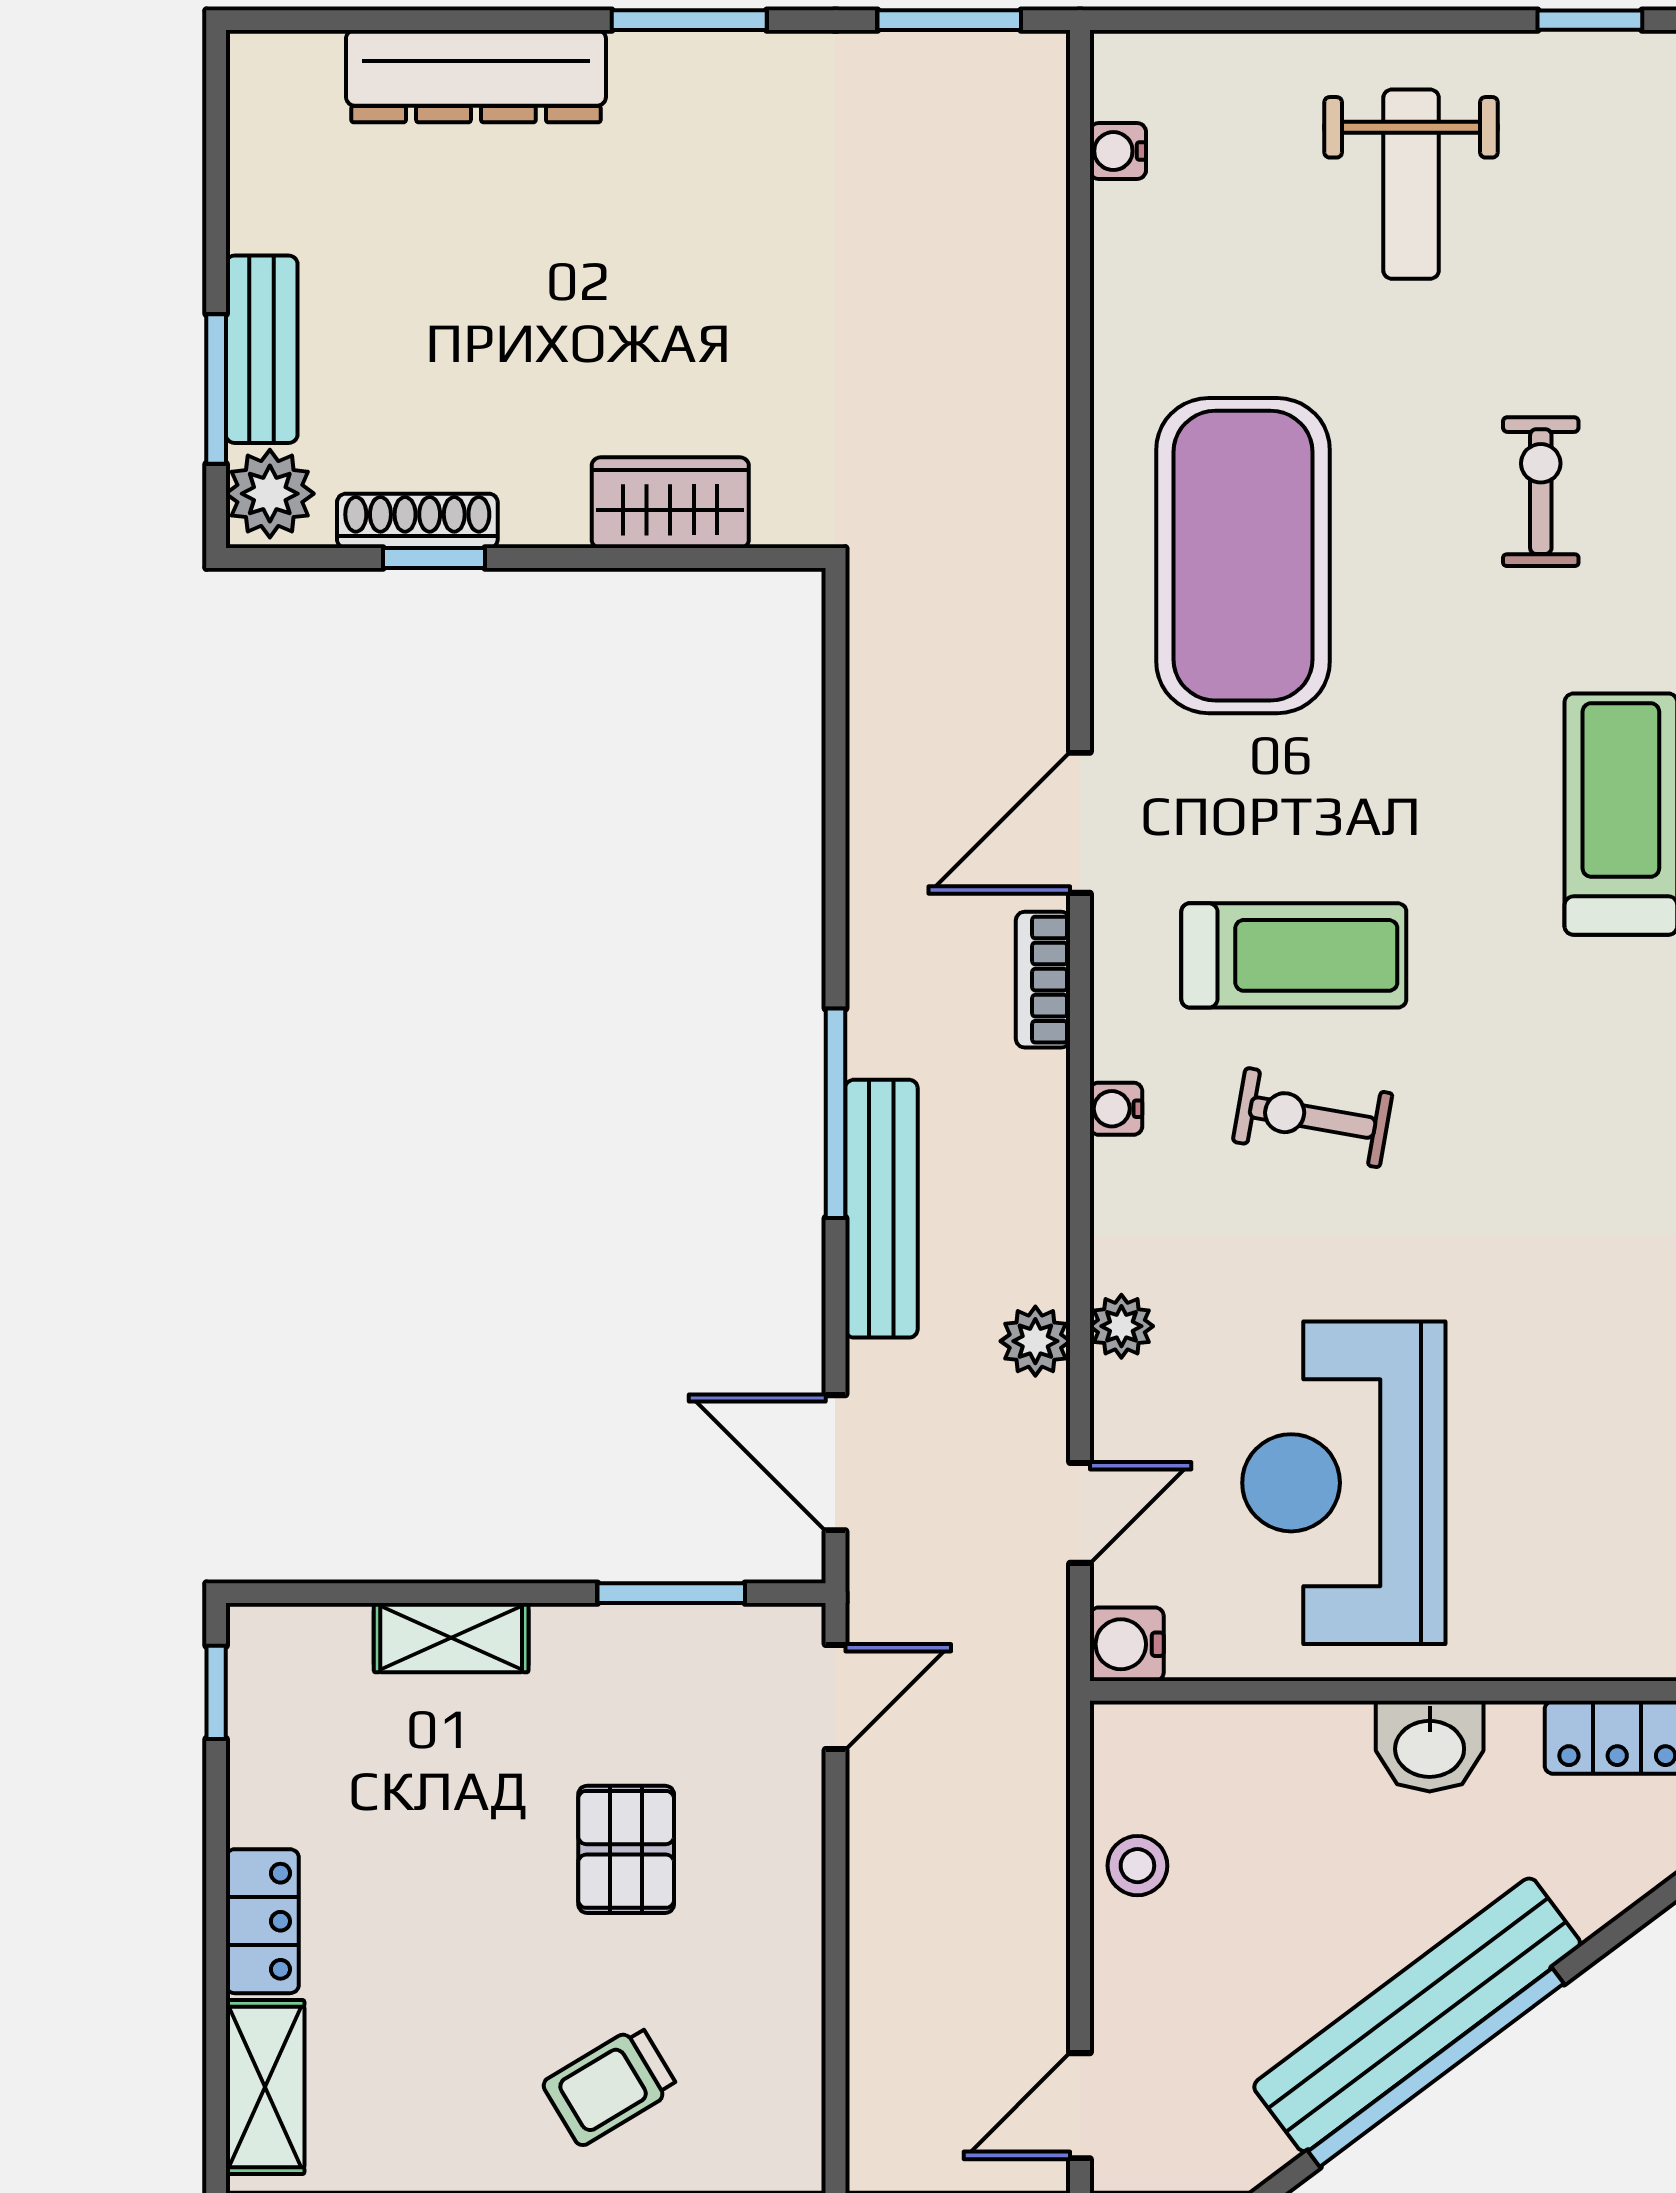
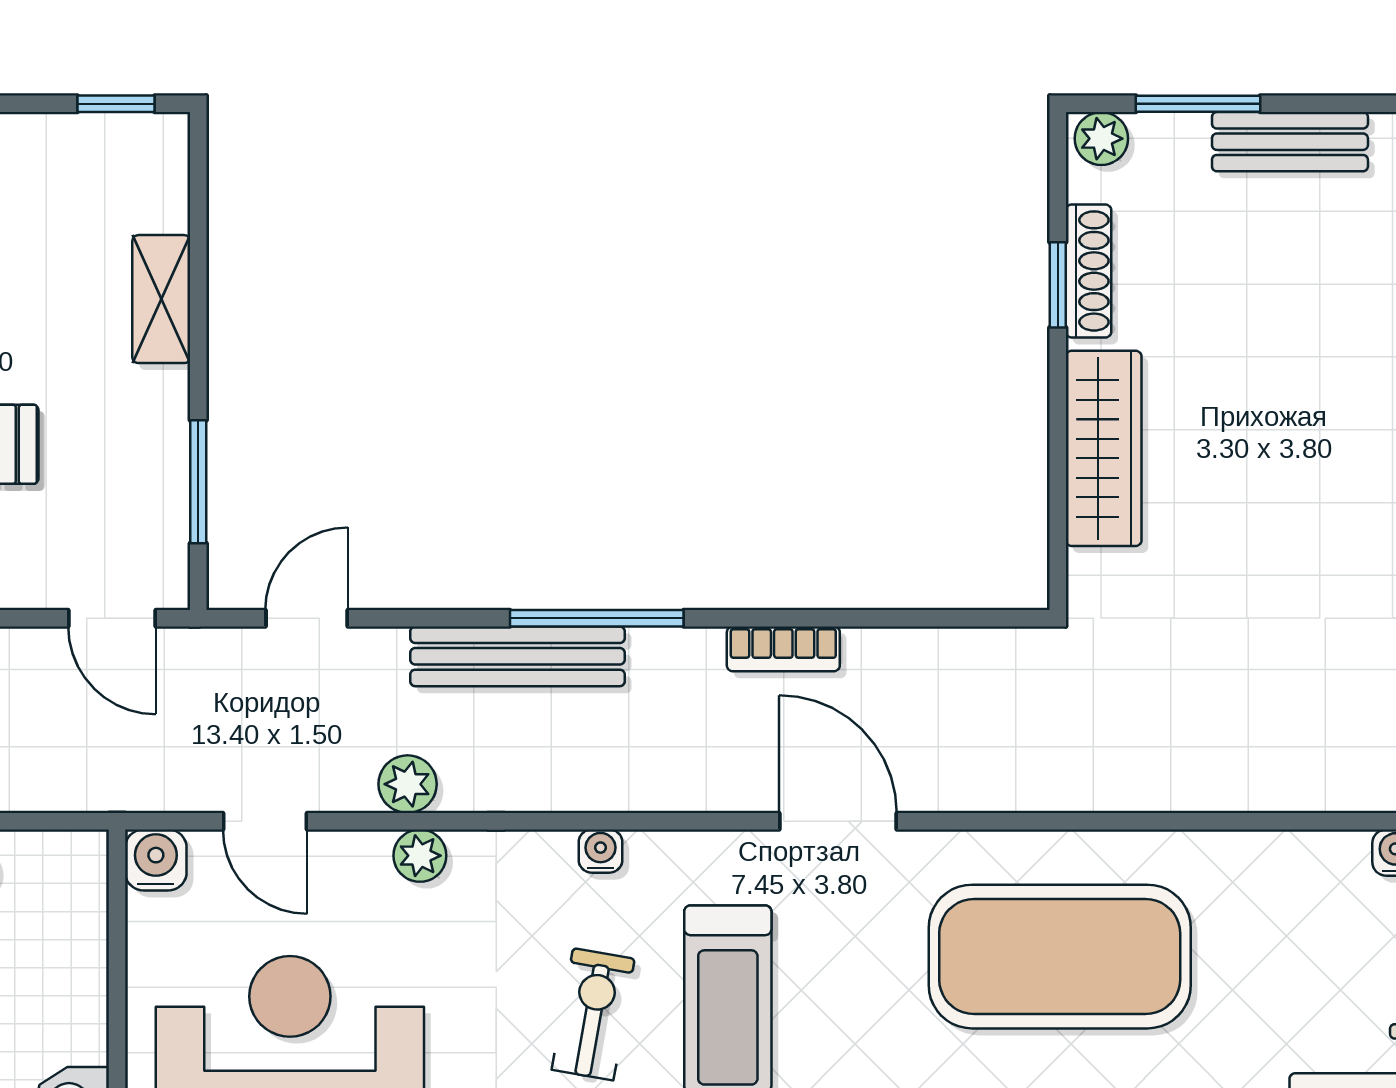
bench: (262, 349) -> (1290, 142), moved
plant: (270, 494) -> (1101, 139), width x0.73, depth x0.73
wardrobe: (670, 503) -> (1104, 448), width x1.50
bookcase: (1043, 980) -> (783, 649), moved, turned 180
door: (835, 1463) -> (307, 618), width x0.73

